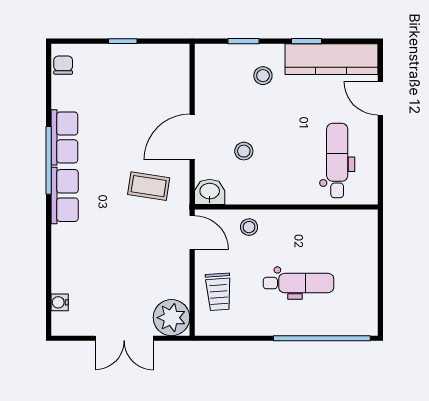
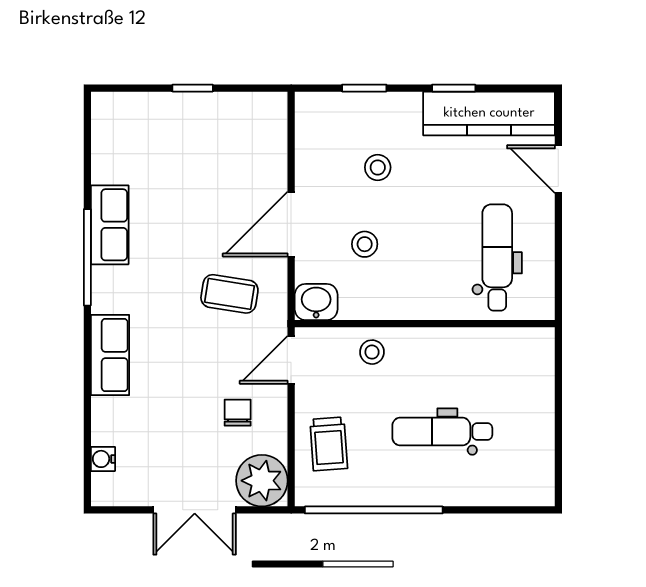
chair: (63, 65) -> (238, 413), moved
stool: (263, 76) -> (378, 167), moved
row of seats: (65, 196) -> (110, 355), moved
door: (192, 233) -> (291, 360), swing flipped
dental chair: (298, 283) -> (442, 432), turned 180
window: (322, 338) -> (374, 510), moved

